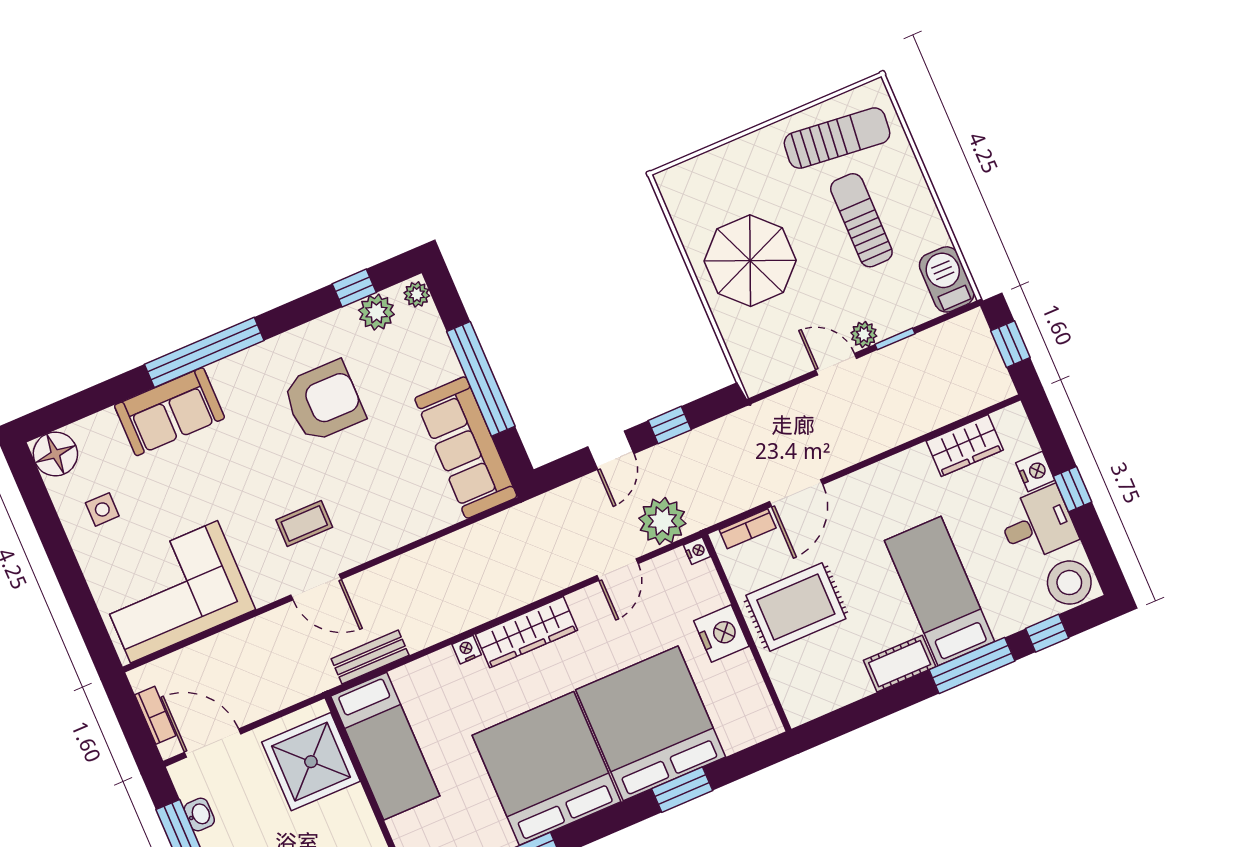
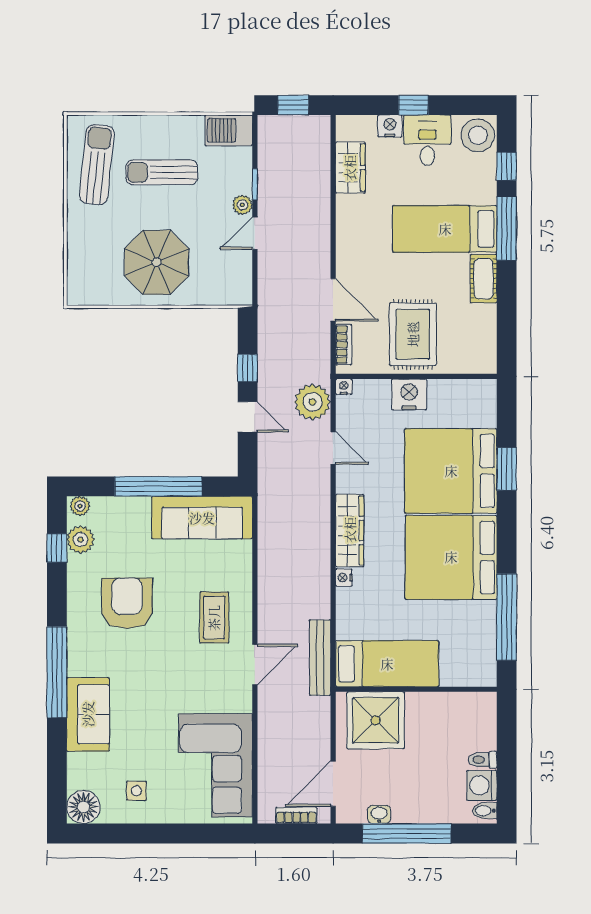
coffee table: (304, 524) -> (214, 618), moved, width x1.36, depth x1.30
bench: (370, 657) -> (320, 658), width x1.36

